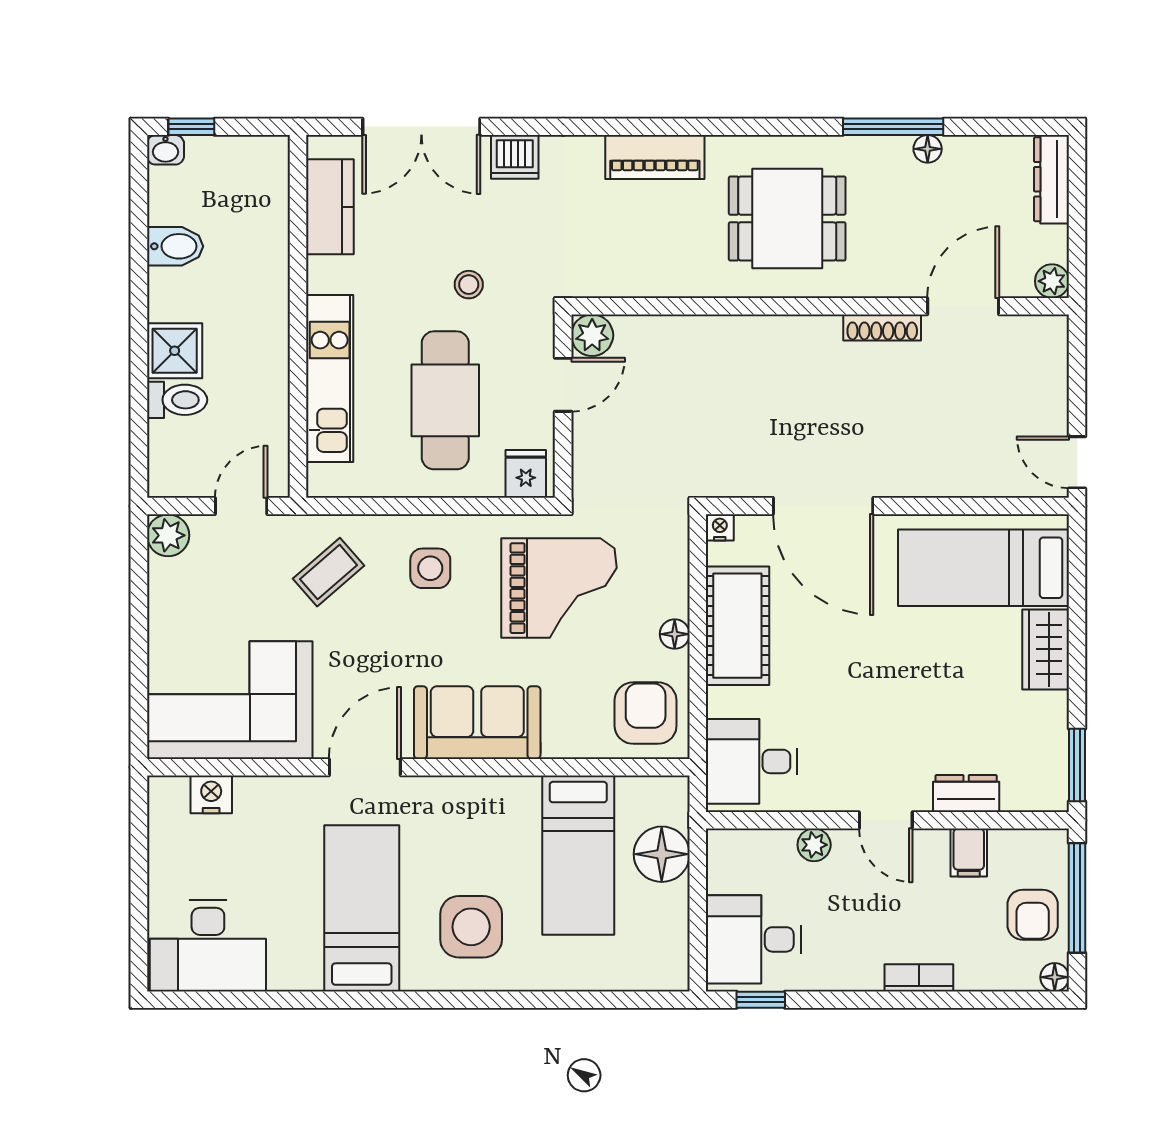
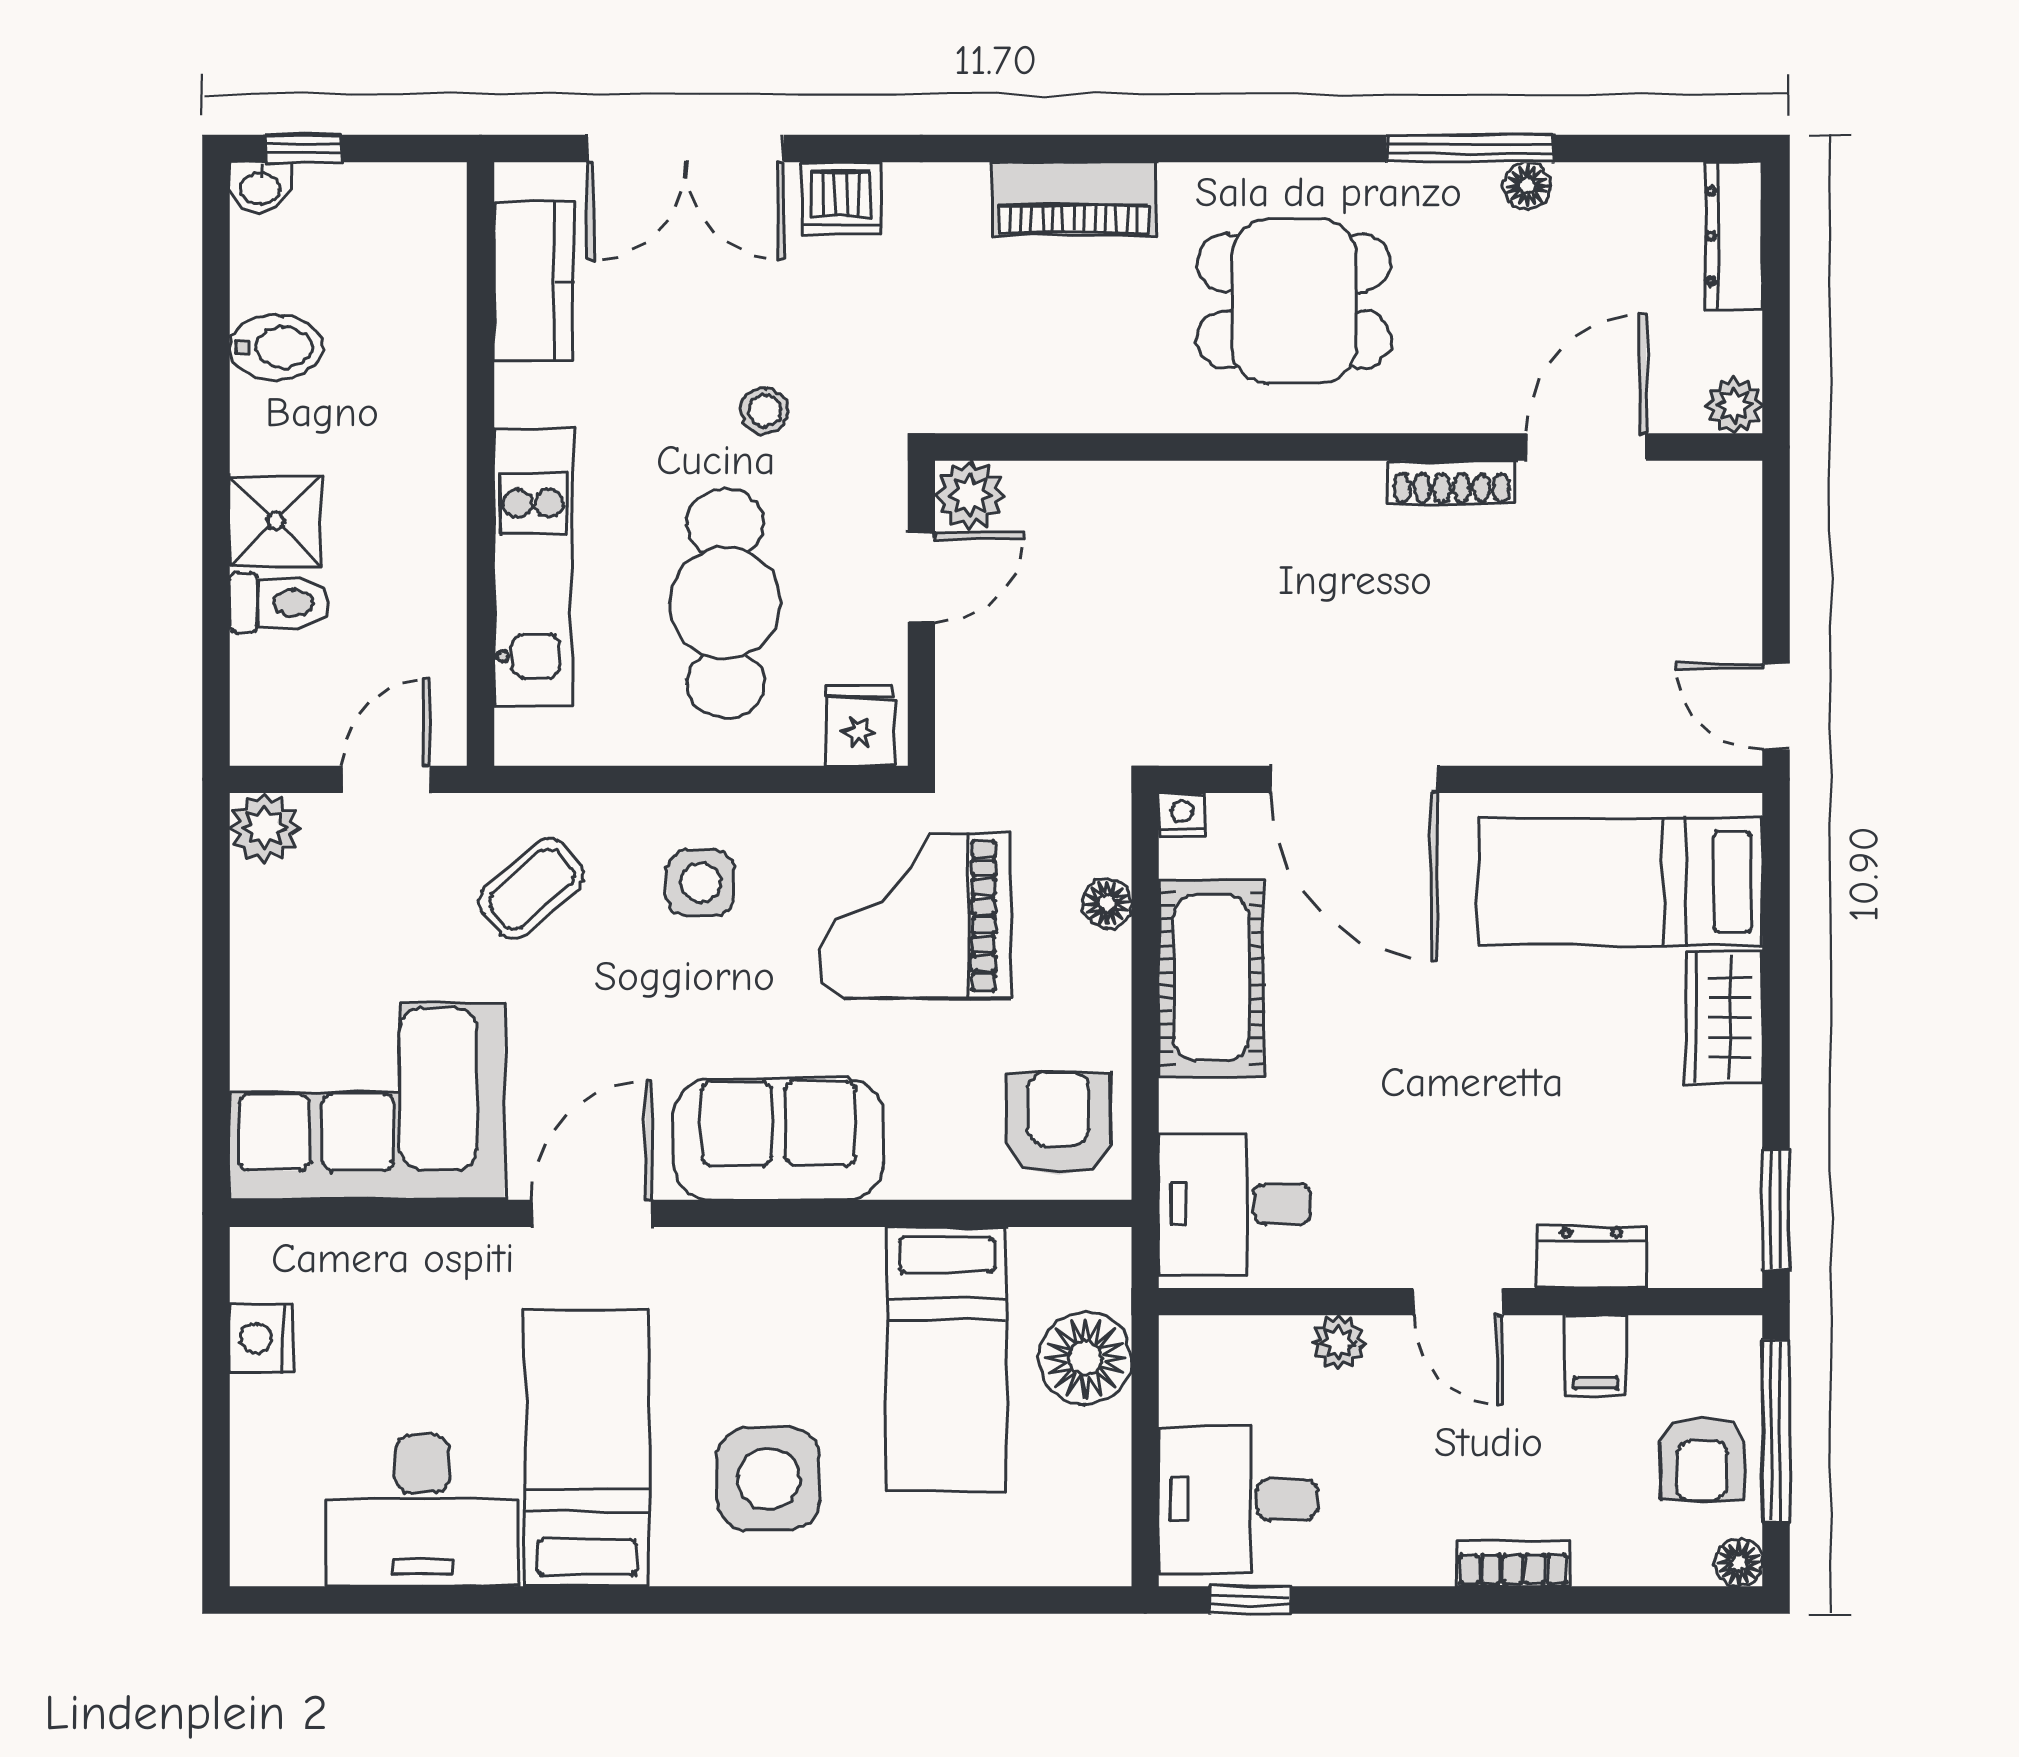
grand piano: (559, 588) -> (915, 916), turned 180
floor lamp: (675, 634) -> (1107, 903), moved
nightstand: (211, 794) -> (261, 1338), moved, turned -90
desk: (208, 946) -> (422, 1511), moved

